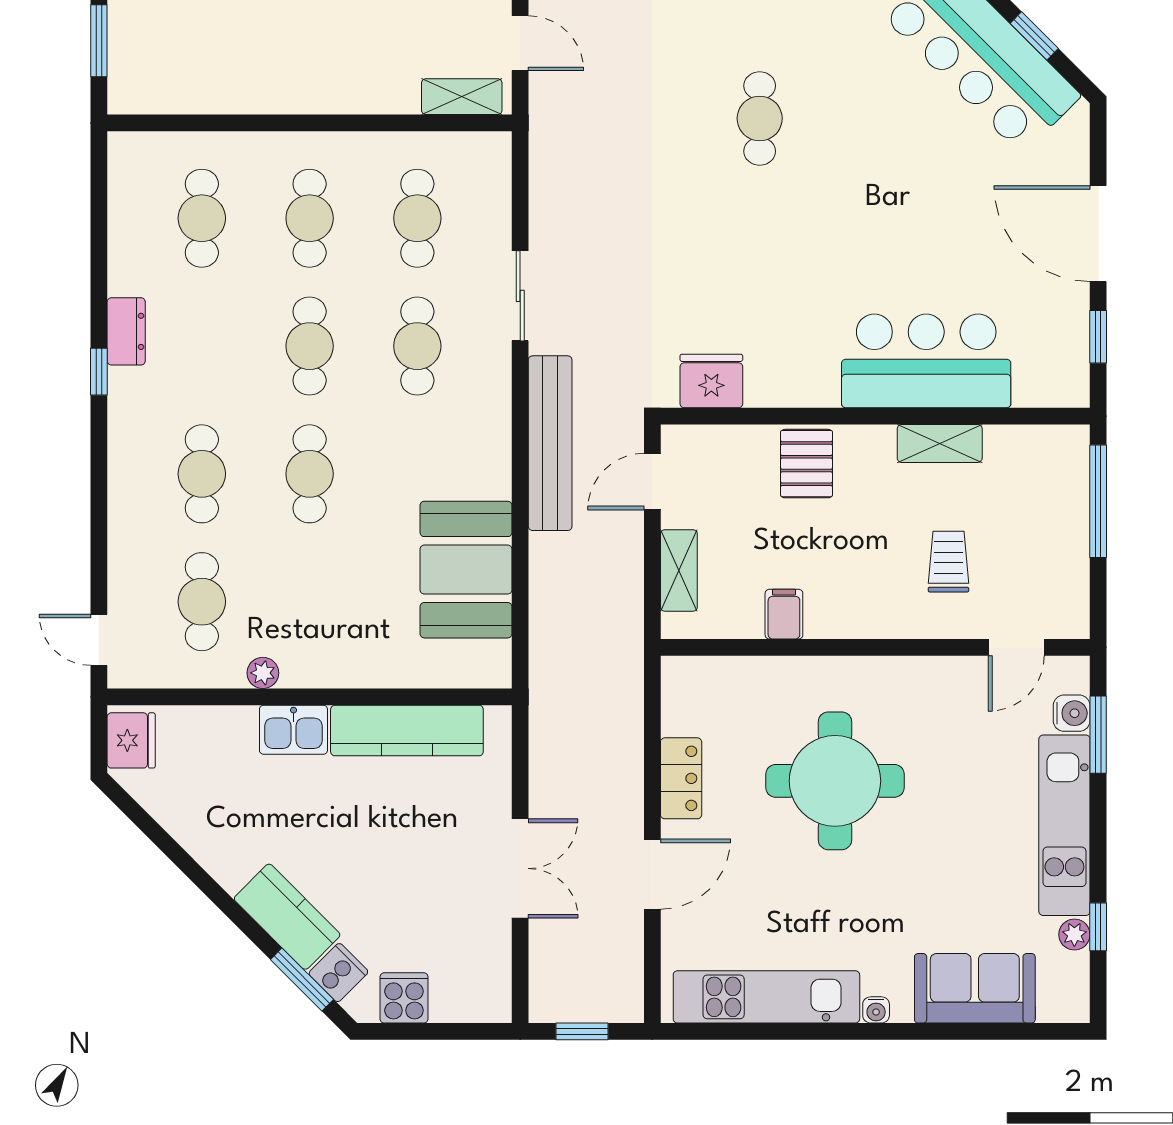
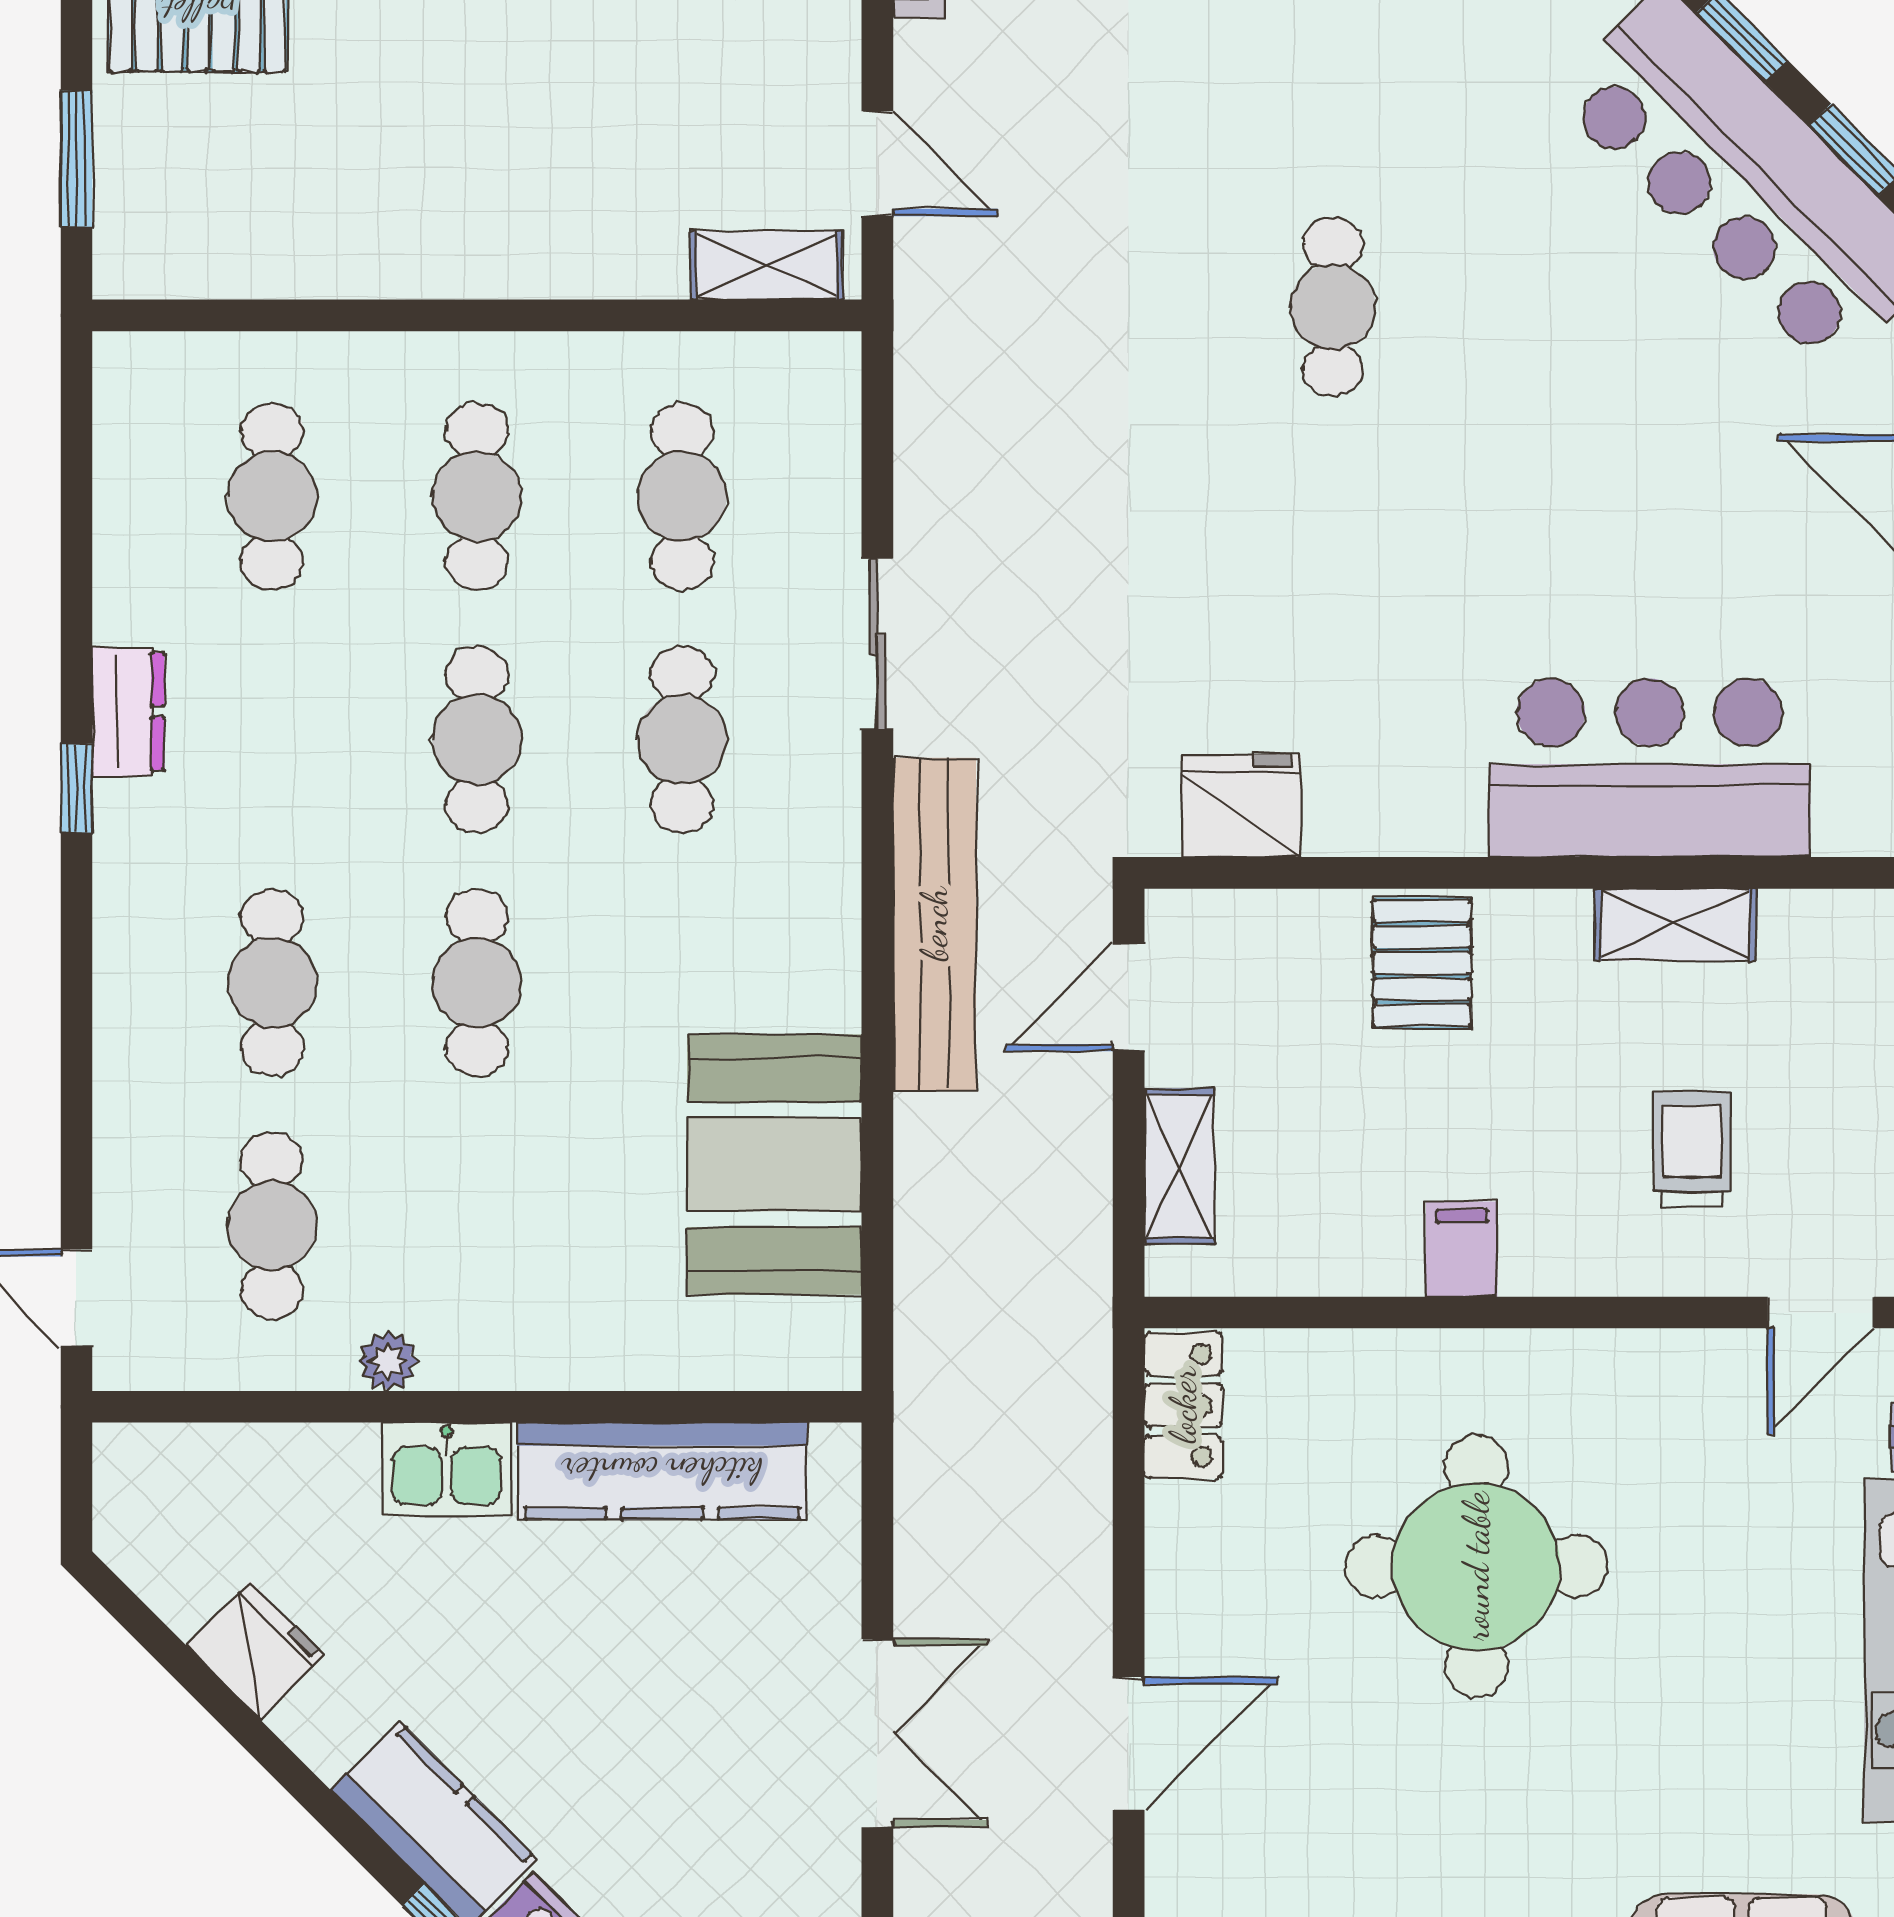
filing cabinet: (784, 614) -> (1462, 1249), moved
fridge: (131, 740) -> (255, 1650), moved, turned -45
locker: (681, 778) -> (1183, 1405), moved

